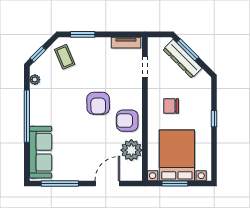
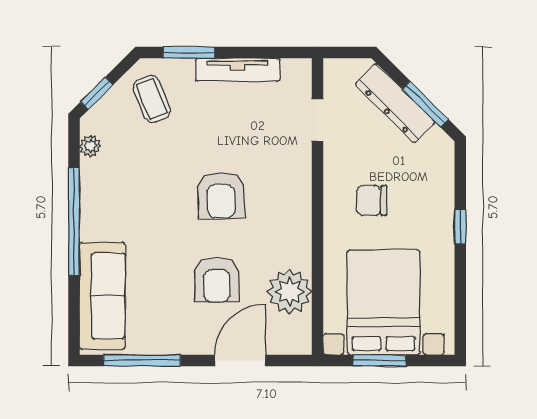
tv unit: (126, 43) -> (238, 70), moved, width x1.41
window: (188, 50) -> (425, 104), moved
armchair: (127, 121) -> (217, 280), moved, turned -90

